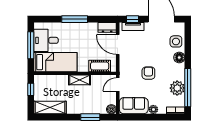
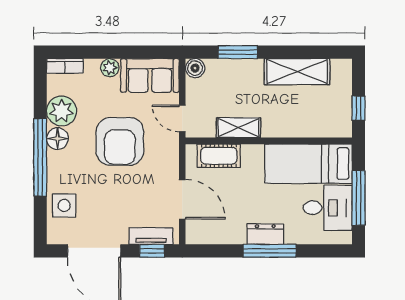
dresser: (107, 27) -> (265, 234), moved
floor lamp: (179, 58) -> (57, 139), moved
armchair: (148, 73) -> (120, 141), width x1.88, depth x1.88
shelving: (80, 80) -> (239, 128), moved
door: (118, 84) -> (182, 118), swing flipped
window: (188, 88) -> (40, 157), moved
shelving: (50, 108) -> (297, 72), moved

